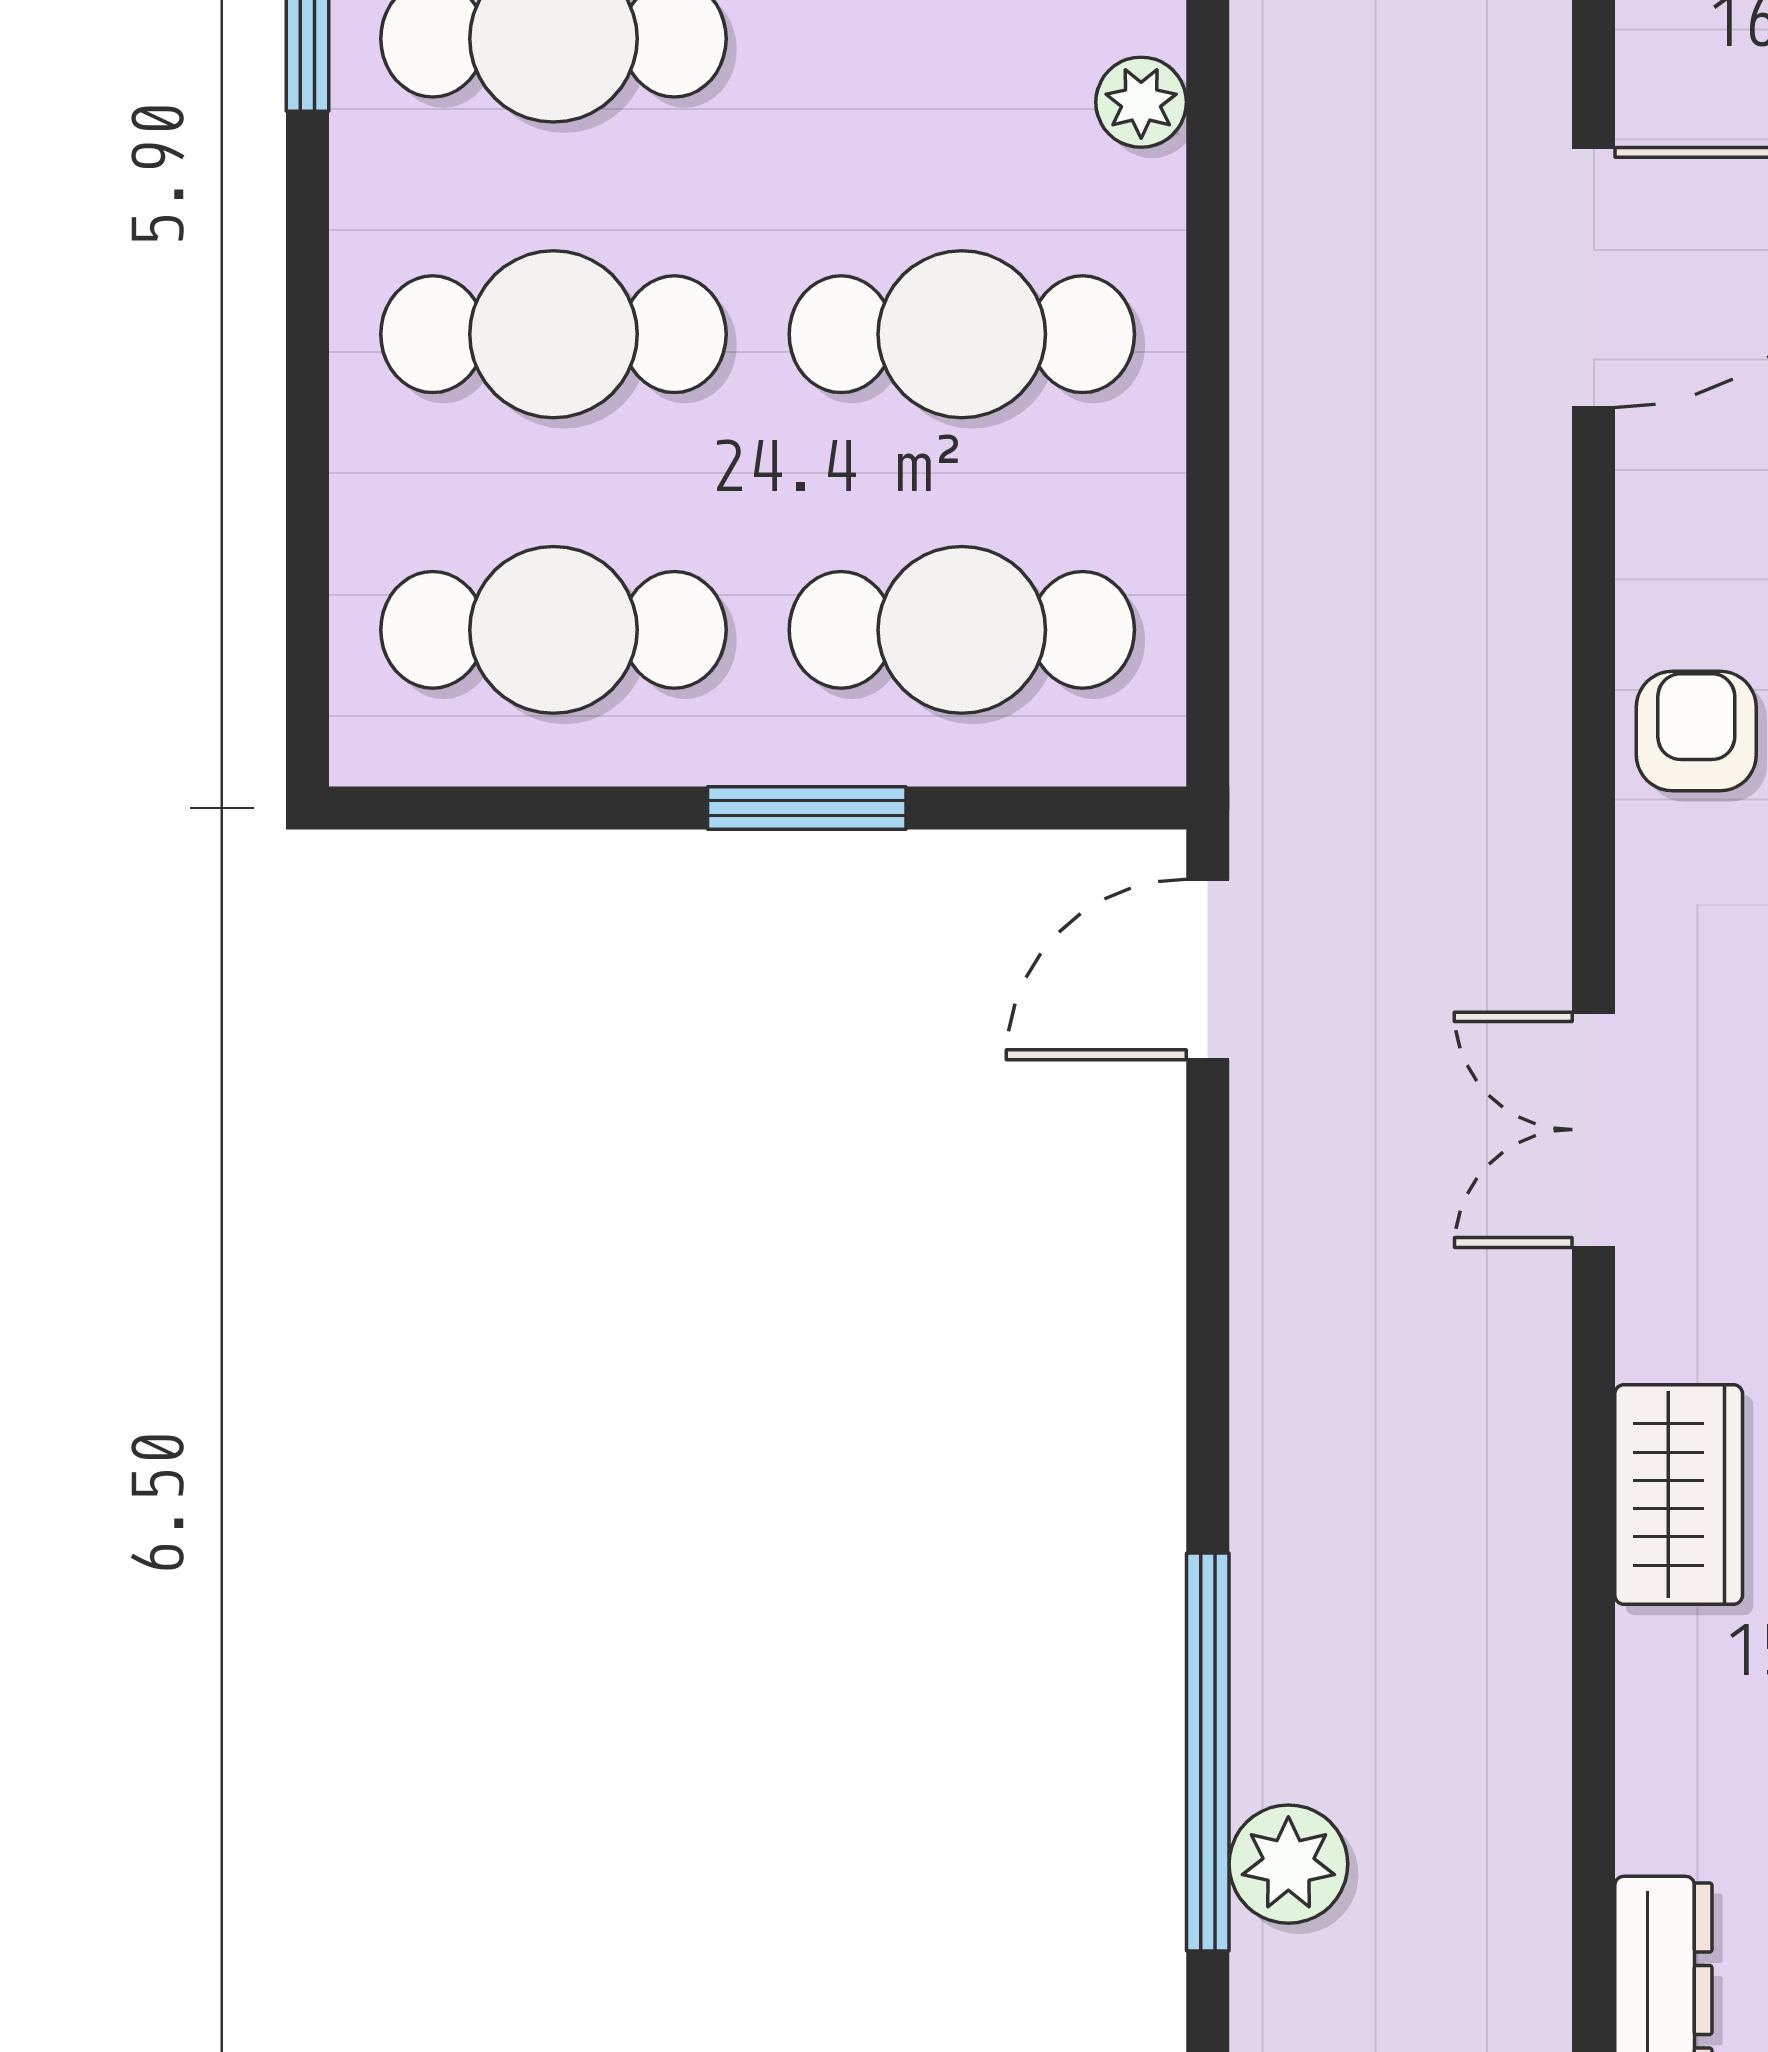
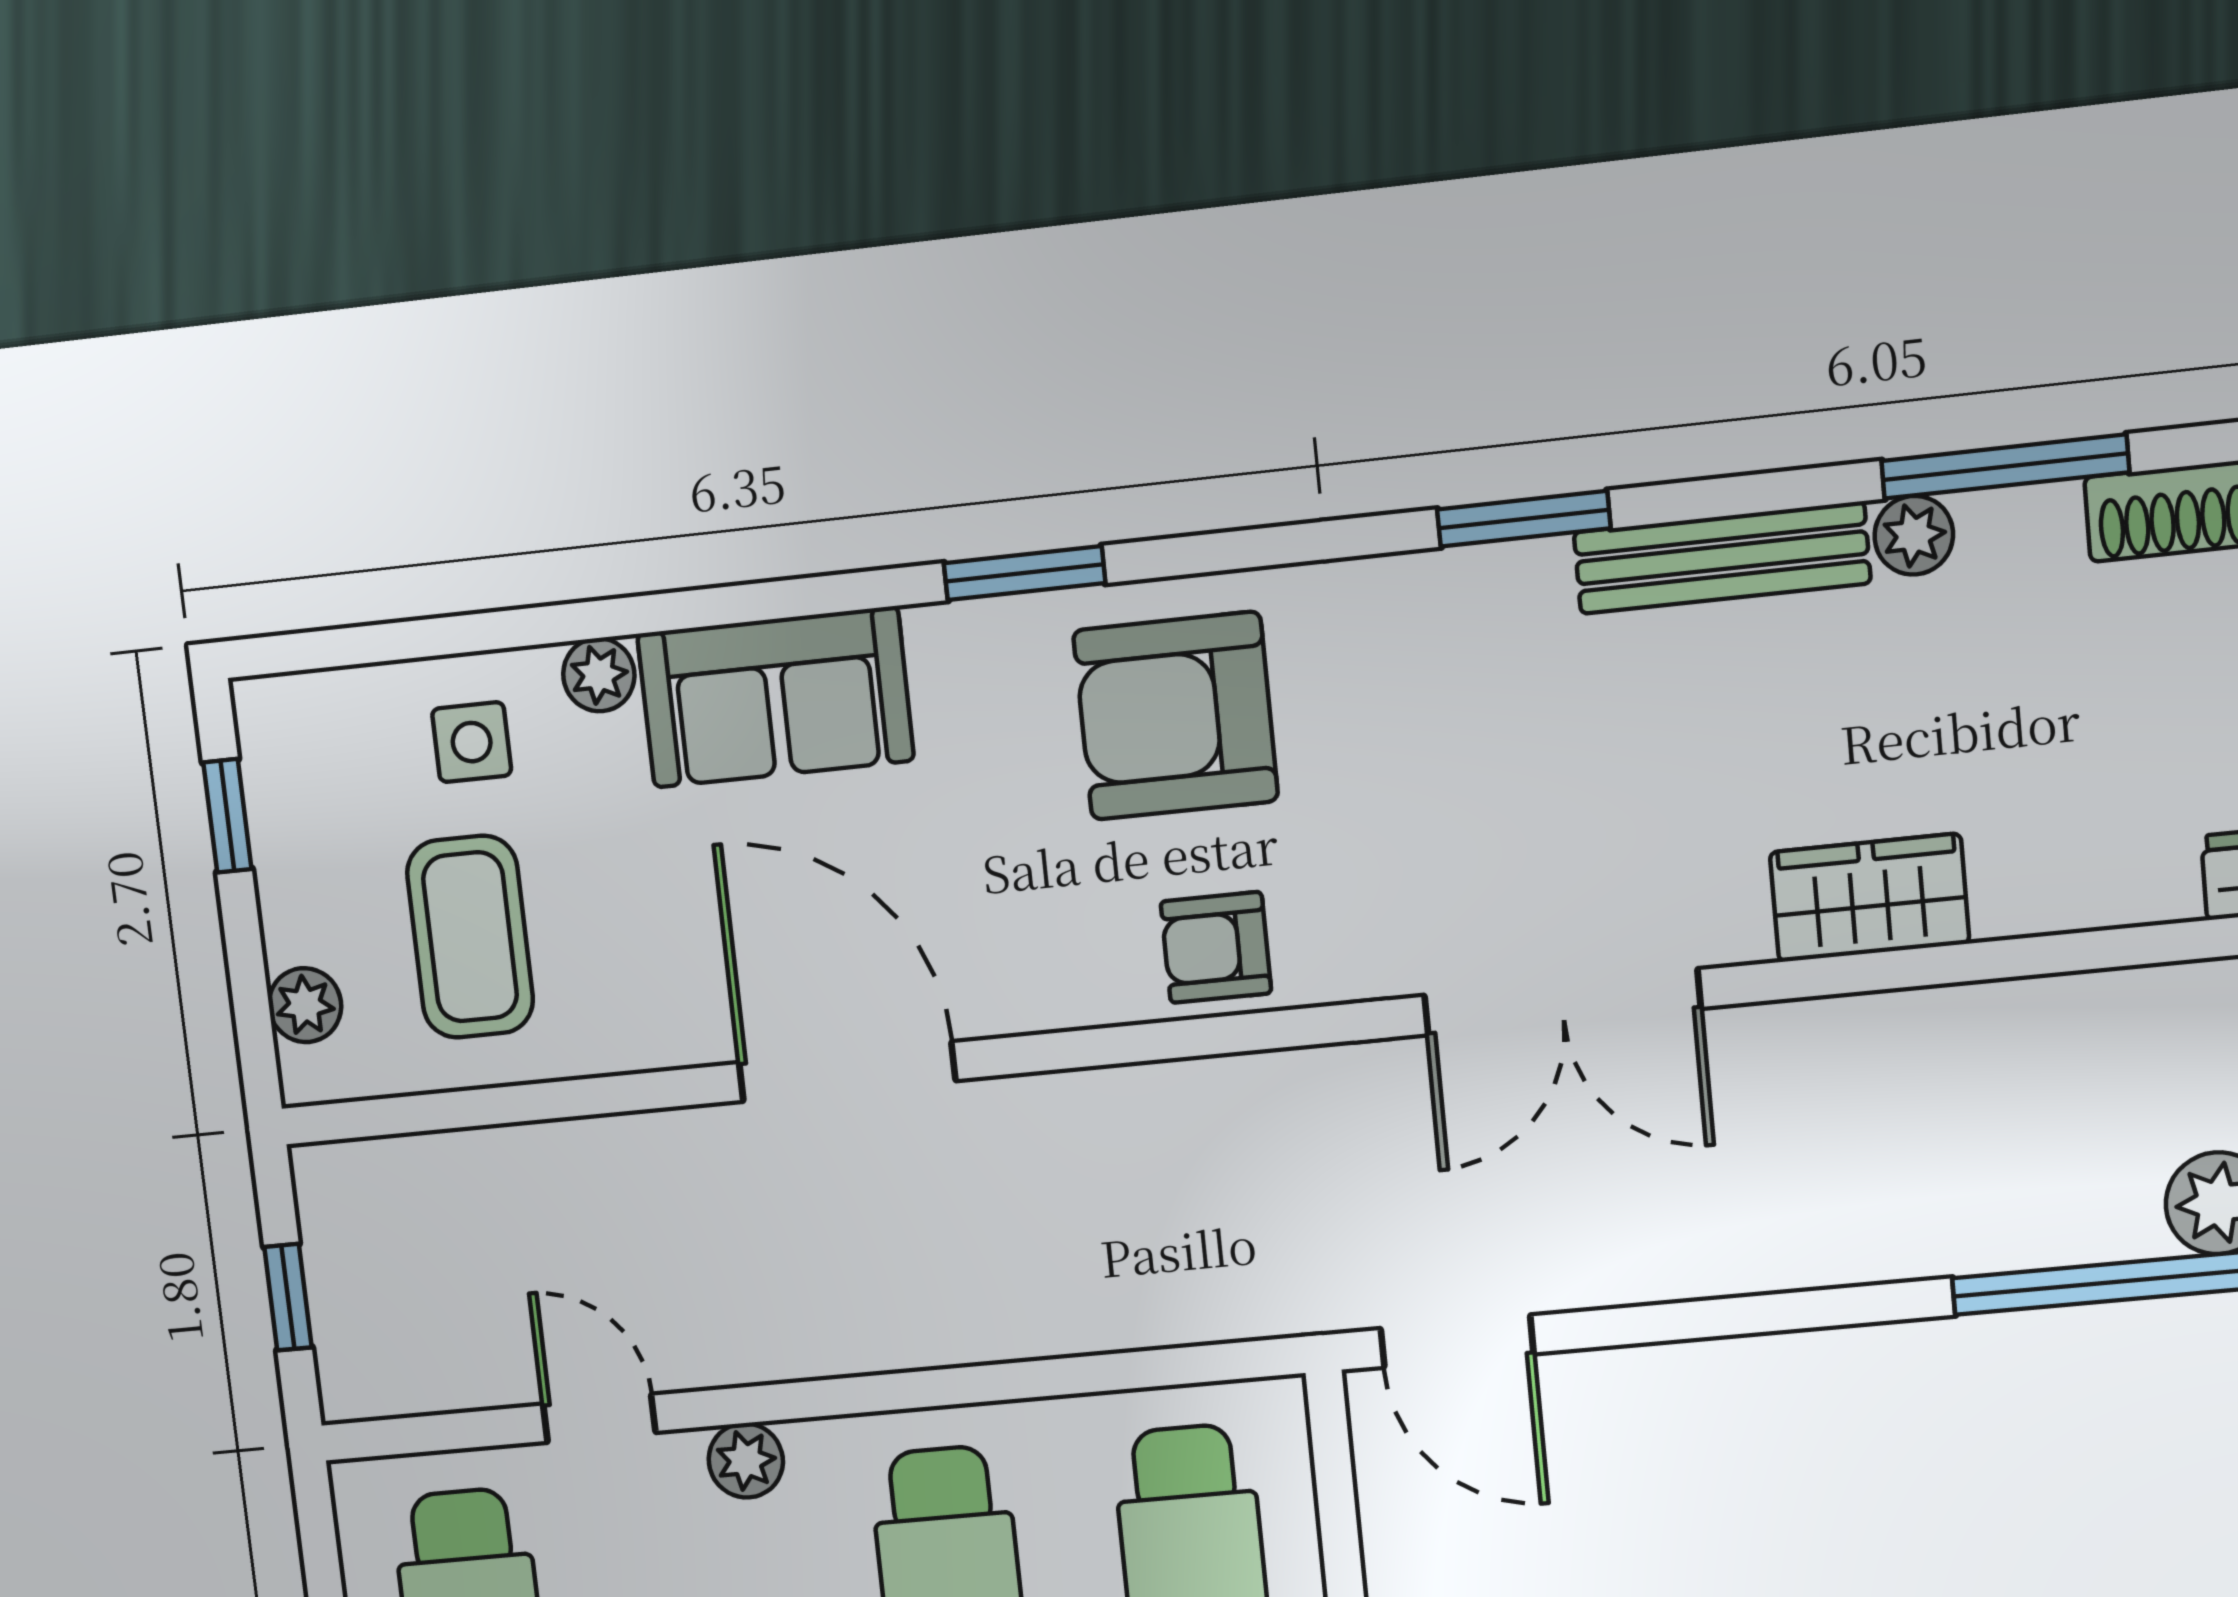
double door: (1594, 1130) -> (1562, 1002), width x1.37

